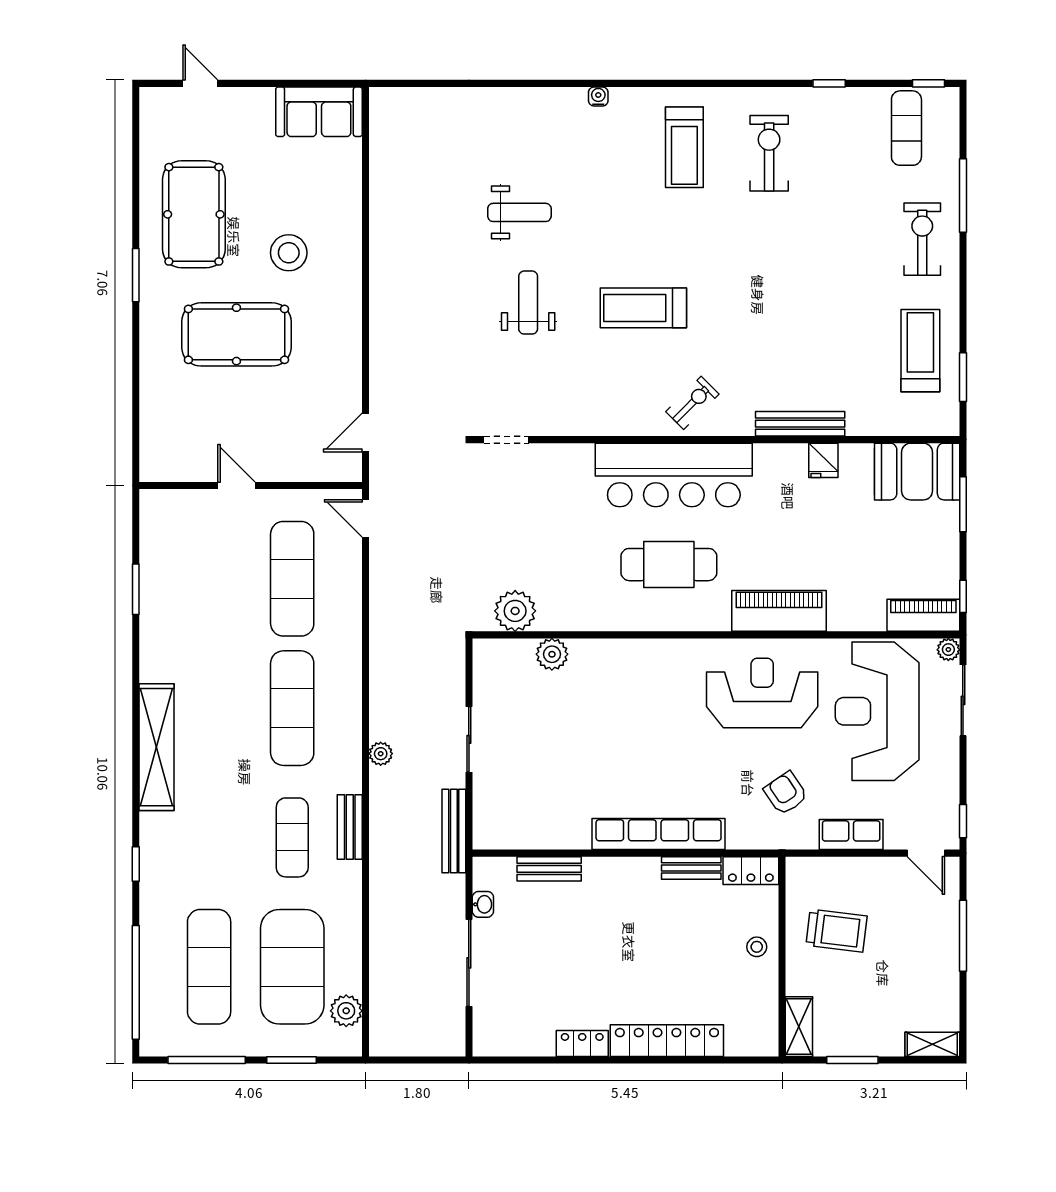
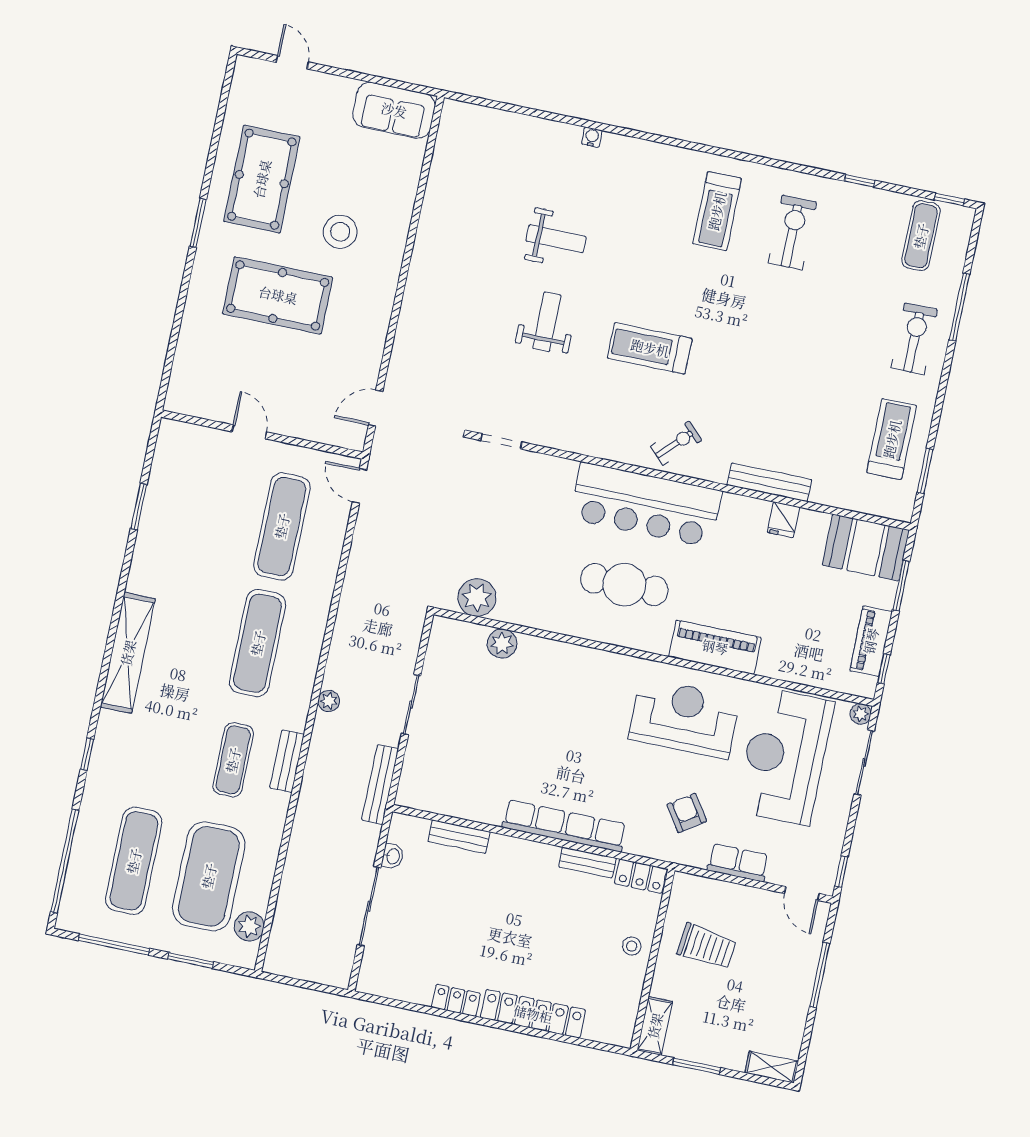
water cooler: (598, 97) -> (592, 137), moved
piano: (923, 615) -> (871, 641), moved, turned -90

